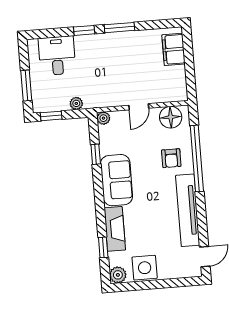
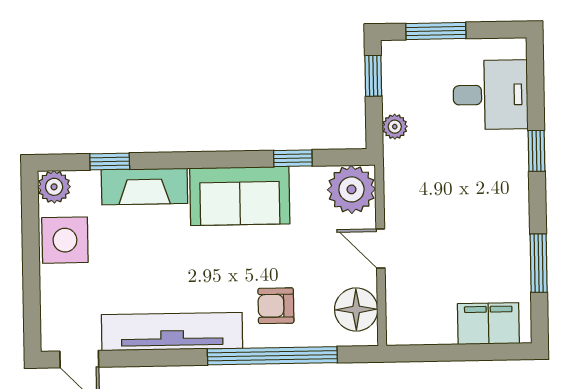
window: (119, 28) -> (539, 263), moved
plant: (103, 118) -> (351, 189), width x1.87, depth x1.87

